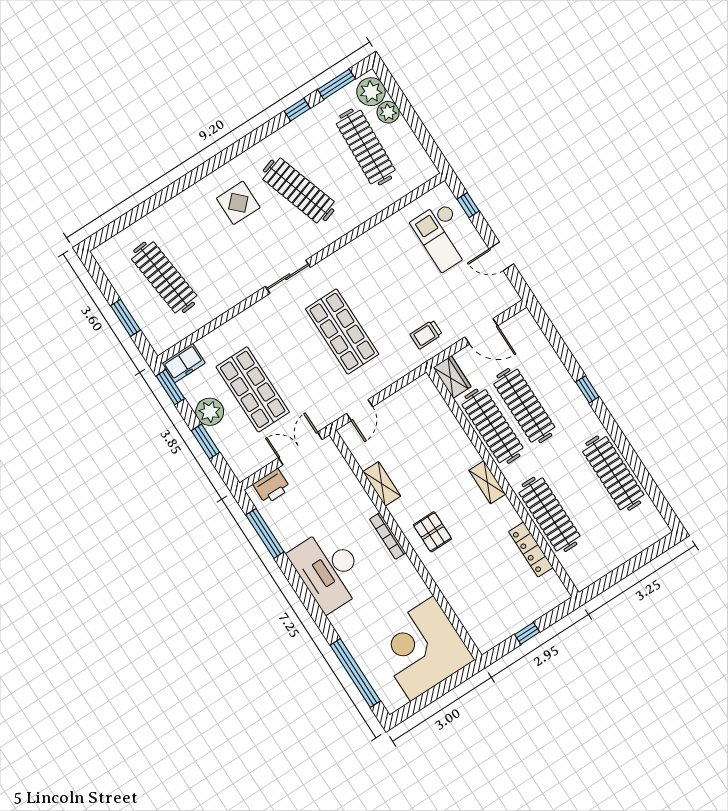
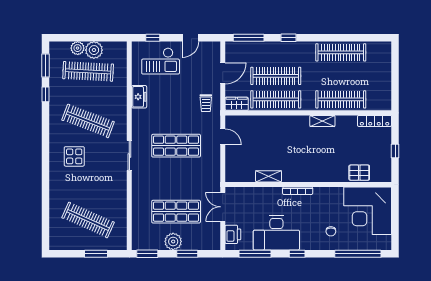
plant: (371, 92) -> (94, 50), moved
clothes rail: (299, 190) -> (88, 121), turned 39
clothes rail: (164, 277) -> (88, 220), turned 30
window: (552, 335) -> (249, 38), added
freezer: (184, 363) -> (139, 97), moved
door: (360, 410) -> (223, 137), moved
shelving: (487, 482) -> (322, 121), moved
pallet: (432, 532) -> (359, 173), moved
locker: (531, 550) -> (375, 121), moved
desk: (329, 570) -> (276, 233), moved
window: (302, 590) -> (297, 254), added
chair: (362, 617) -> (331, 231), added

